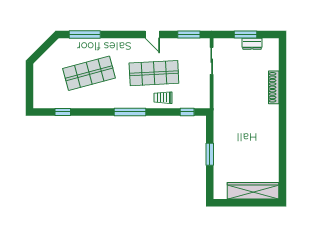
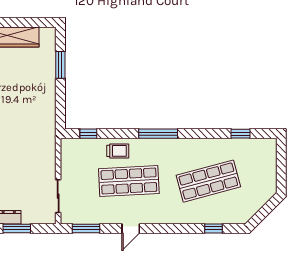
window: (85, 34) -> (214, 228), width x0.46
door: (152, 34) -> (131, 228), swing flipped
window: (210, 154) -> (60, 65), moved

